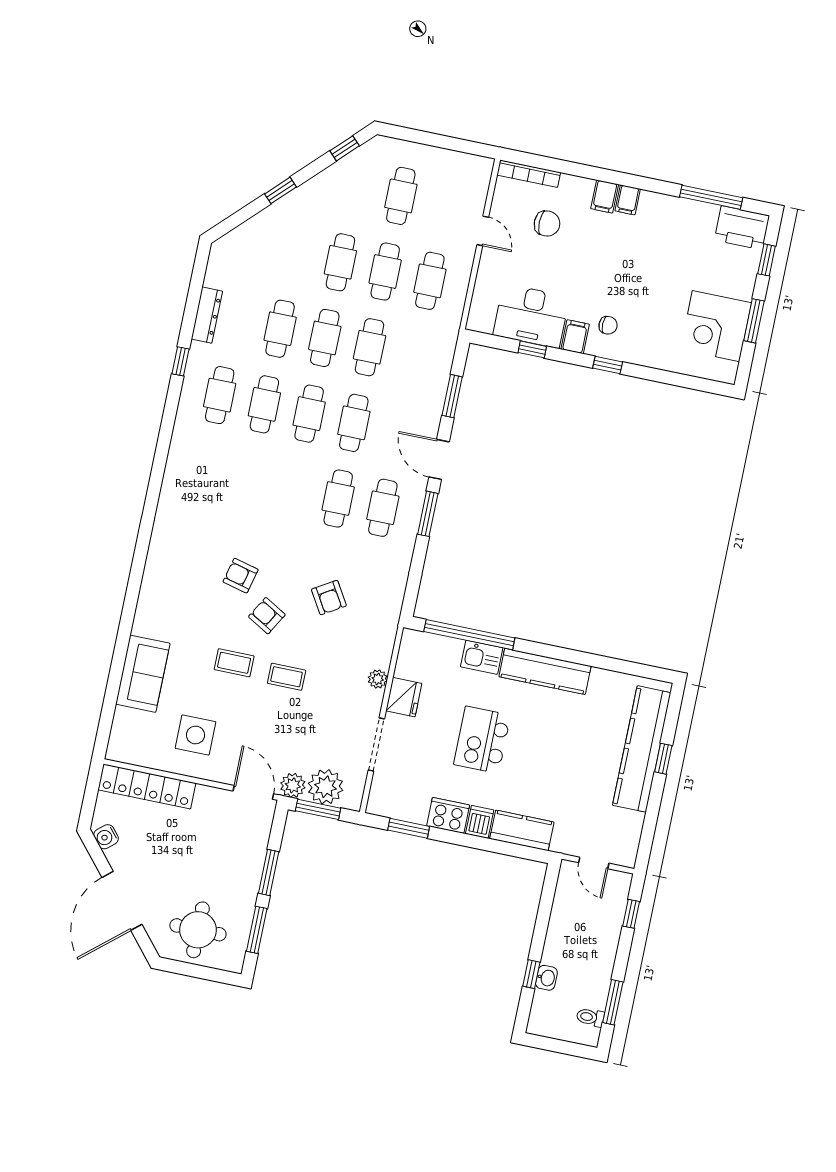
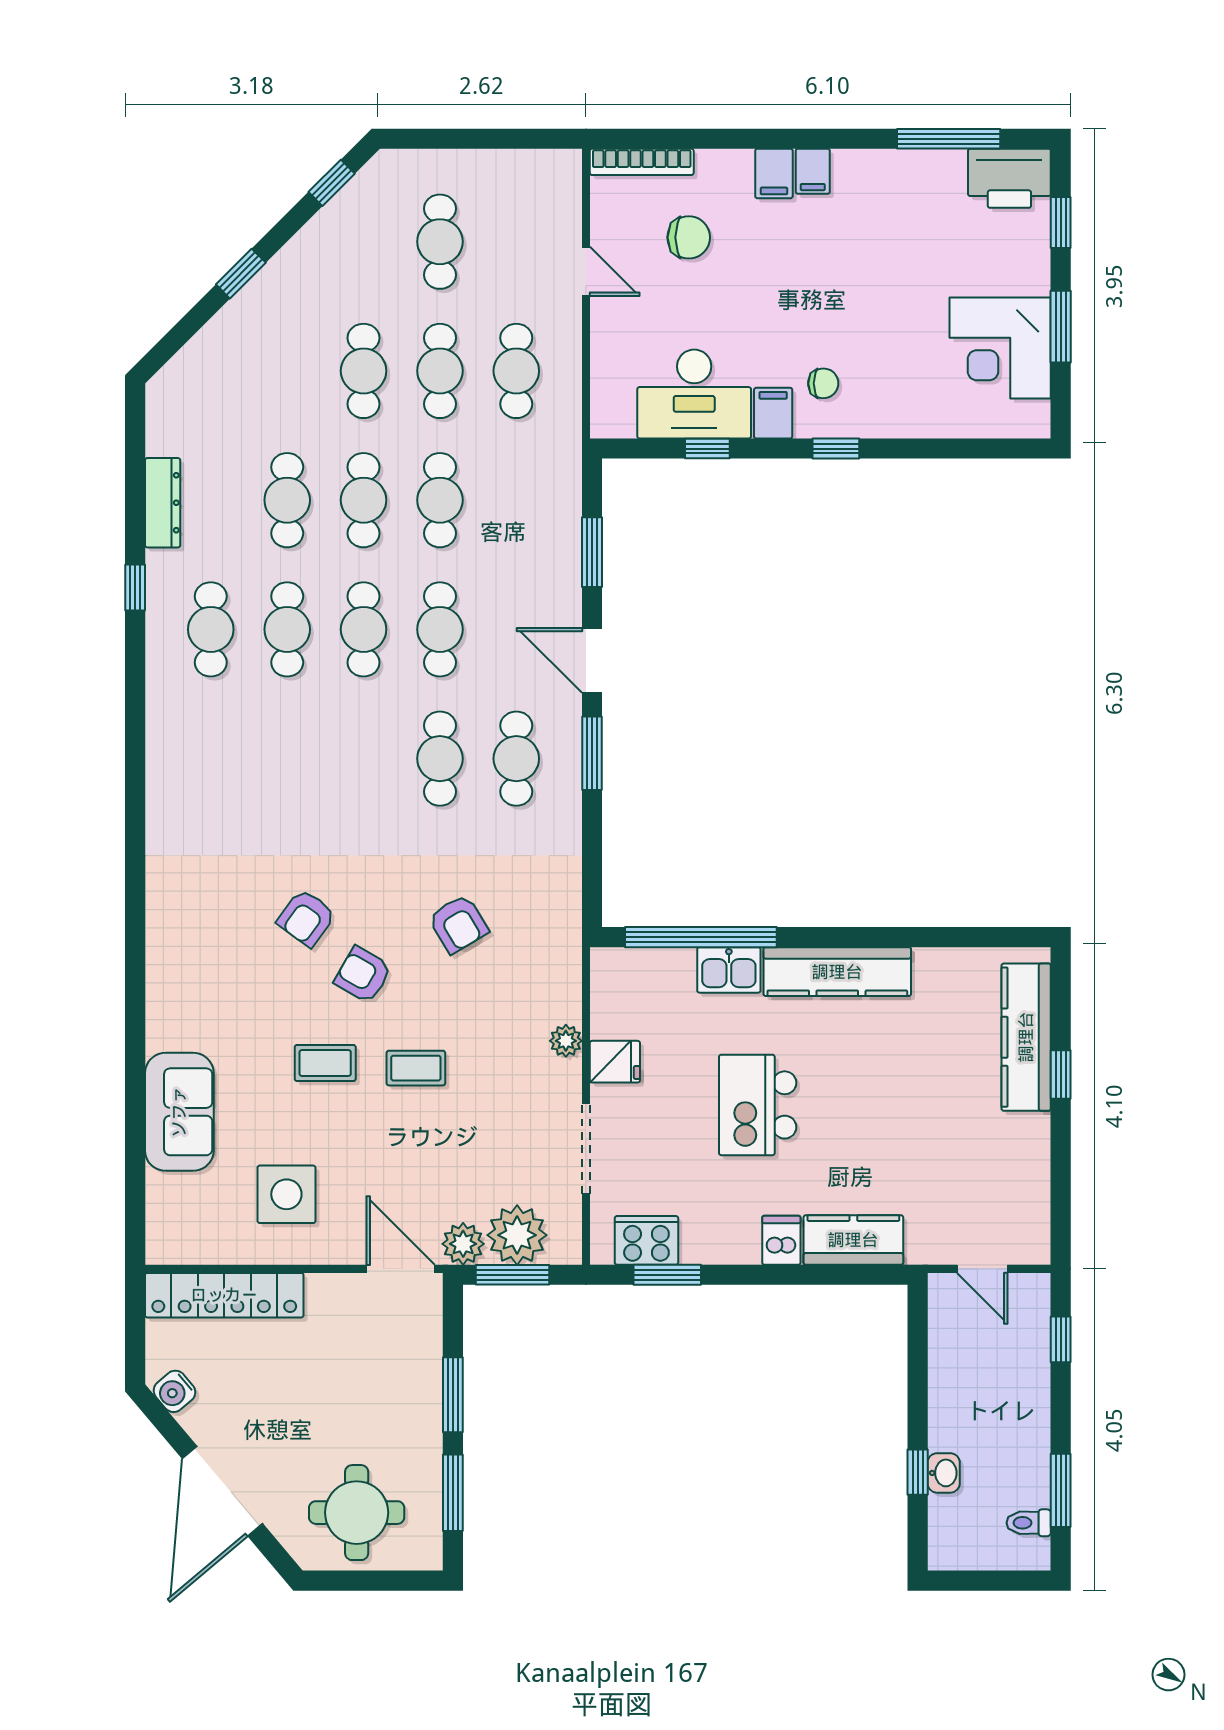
armchair: (241, 576) -> (306, 918), turned -68
fridge: (404, 697) -> (615, 1062), width x0.72
kitchen counter: (642, 749) -> (1026, 1037), width x0.72, depth x0.86
cooker: (448, 815) -> (646, 1240), moved

